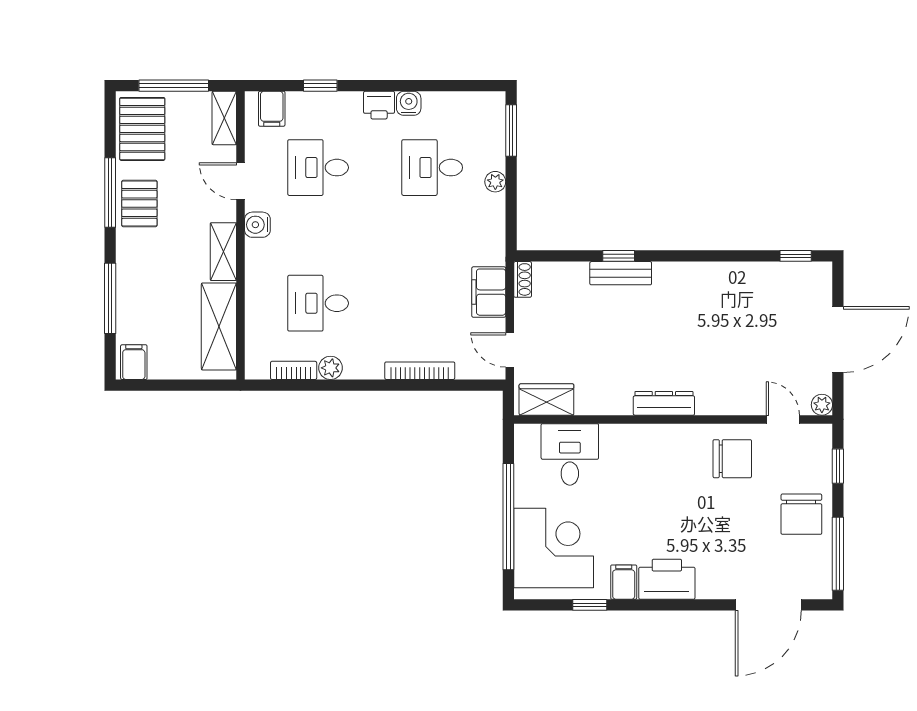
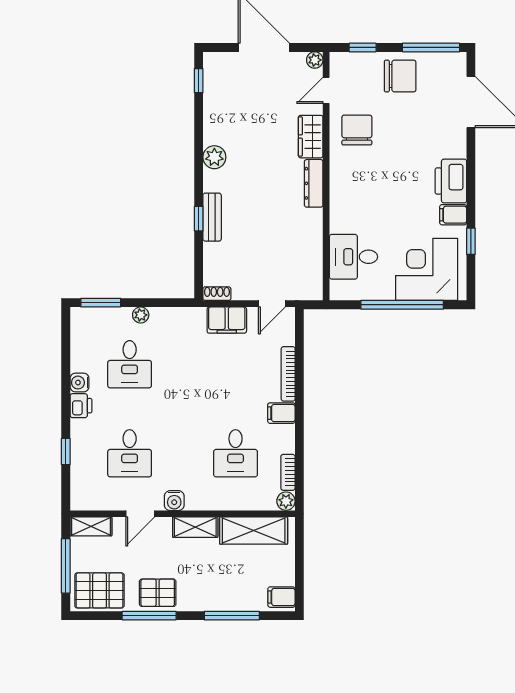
filing cabinet: (272, 109) -> (281, 413), moved, turned 180
plant: (697, 276) -> (214, 157), added
plant: (330, 368) -> (286, 501), moved
wardrobe: (546, 400) -> (311, 137), moved

